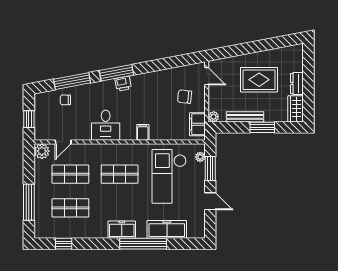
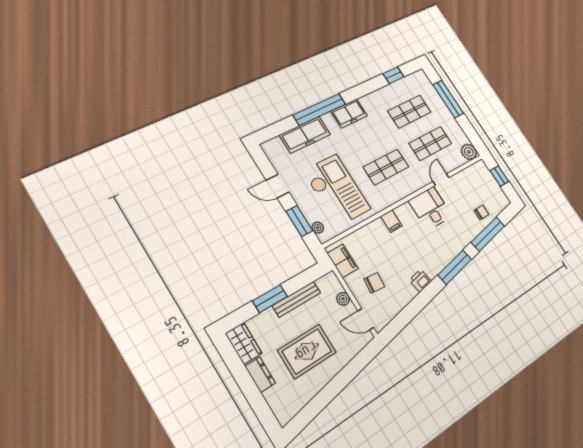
printer: (123, 84) -> (420, 281), moved
plant: (214, 117) -> (343, 299), moved
door: (63, 142) -> (441, 180), moved

